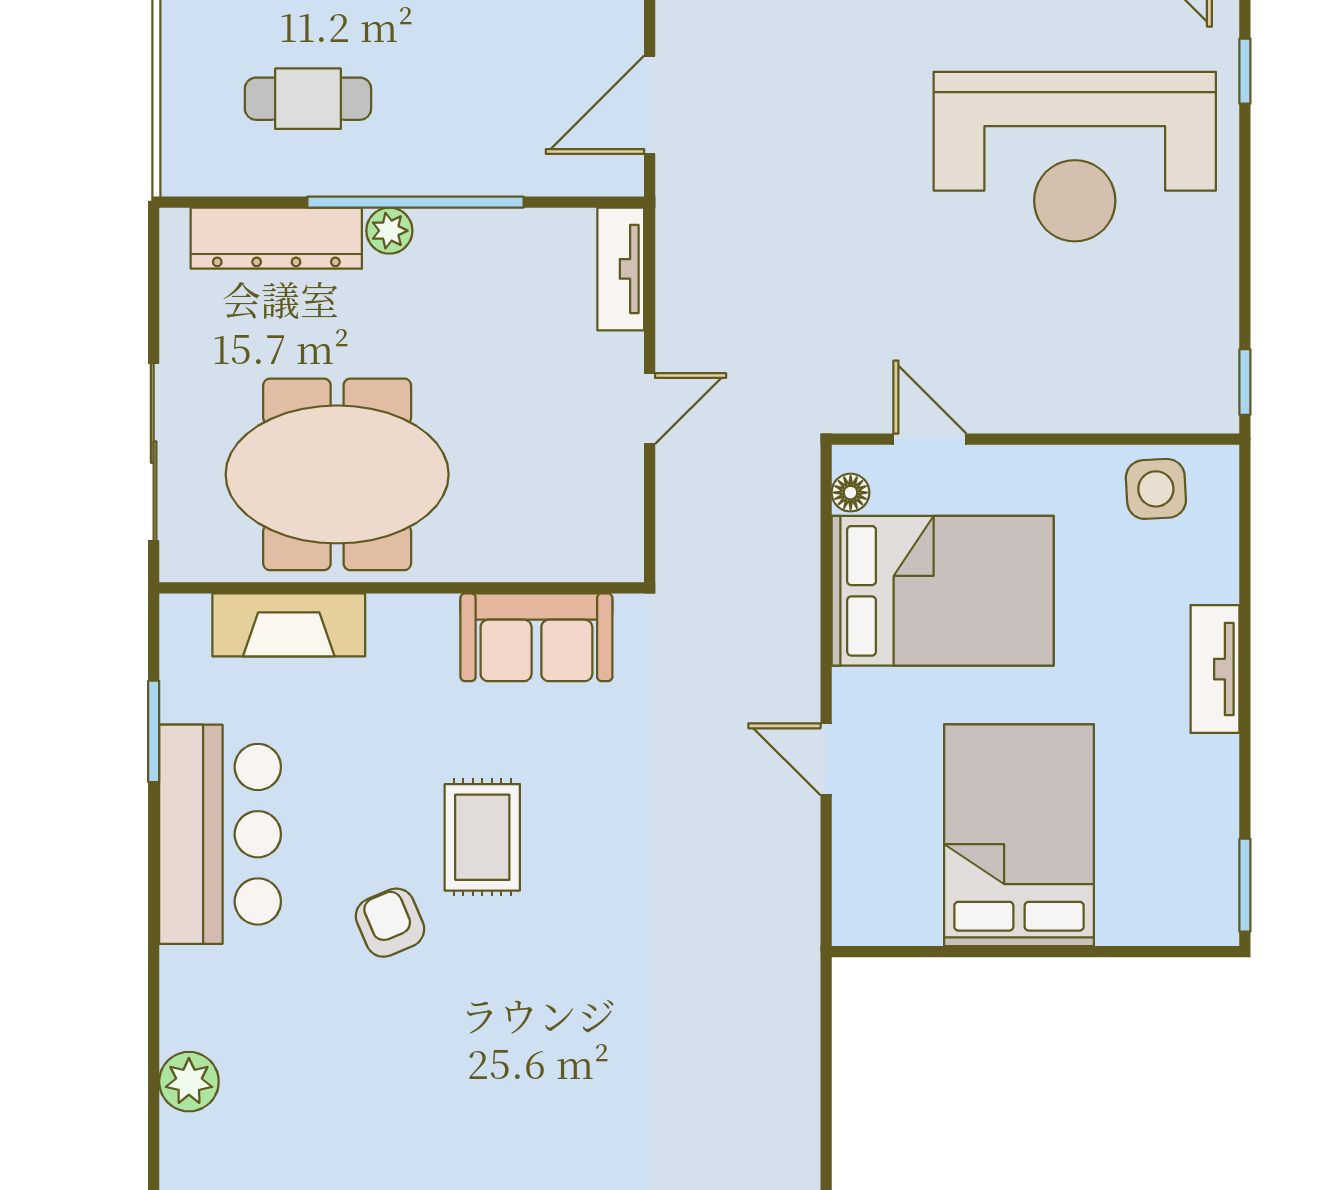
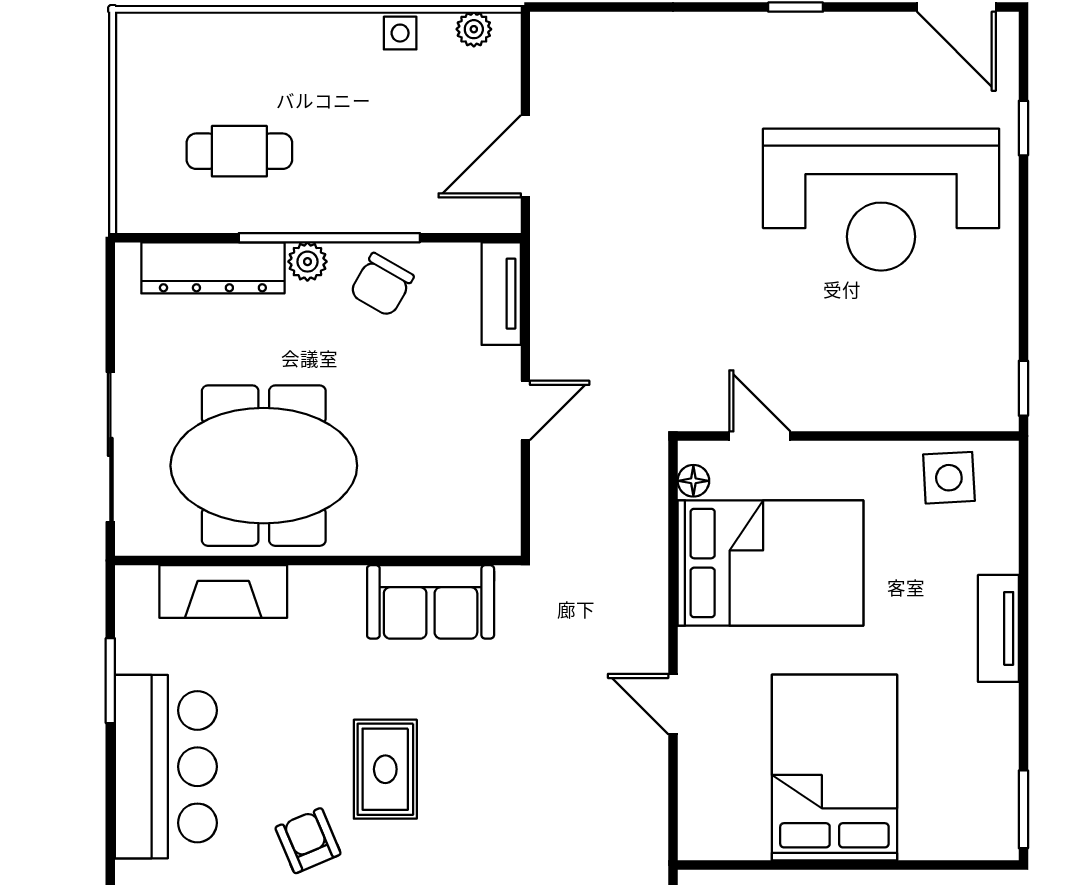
chair: (478, 258) -> (382, 285), added

